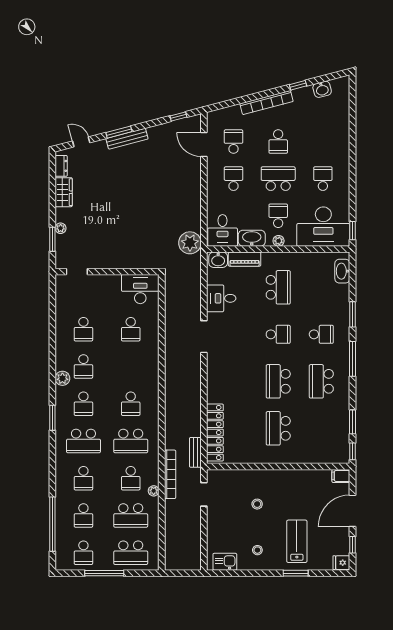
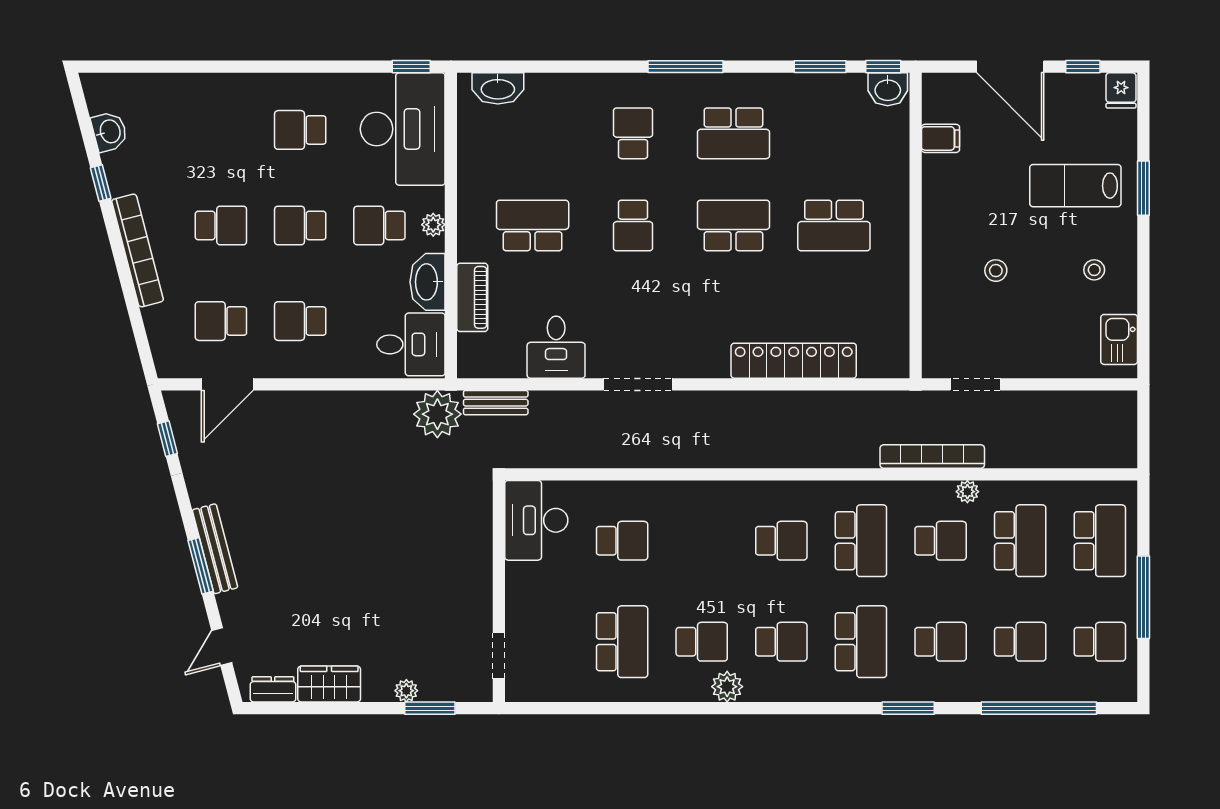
school desk: (278, 179) -> (300, 225), width x0.54
washbasin: (218, 260) -> (888, 89), moved, turned 90
window: (353, 314) -> (590, 67), removed
school desk: (83, 329) -> (622, 642), width x1.85
school desk: (278, 334) -> (633, 225), turned 180
school desk: (278, 381) -> (733, 225), turned 180
window: (52, 418) -> (908, 708), moved
locker: (215, 433) -> (794, 361), moved
bench: (195, 452) -> (496, 403), moved
filing cabinet: (341, 476) -> (940, 138), moved, turned -90

